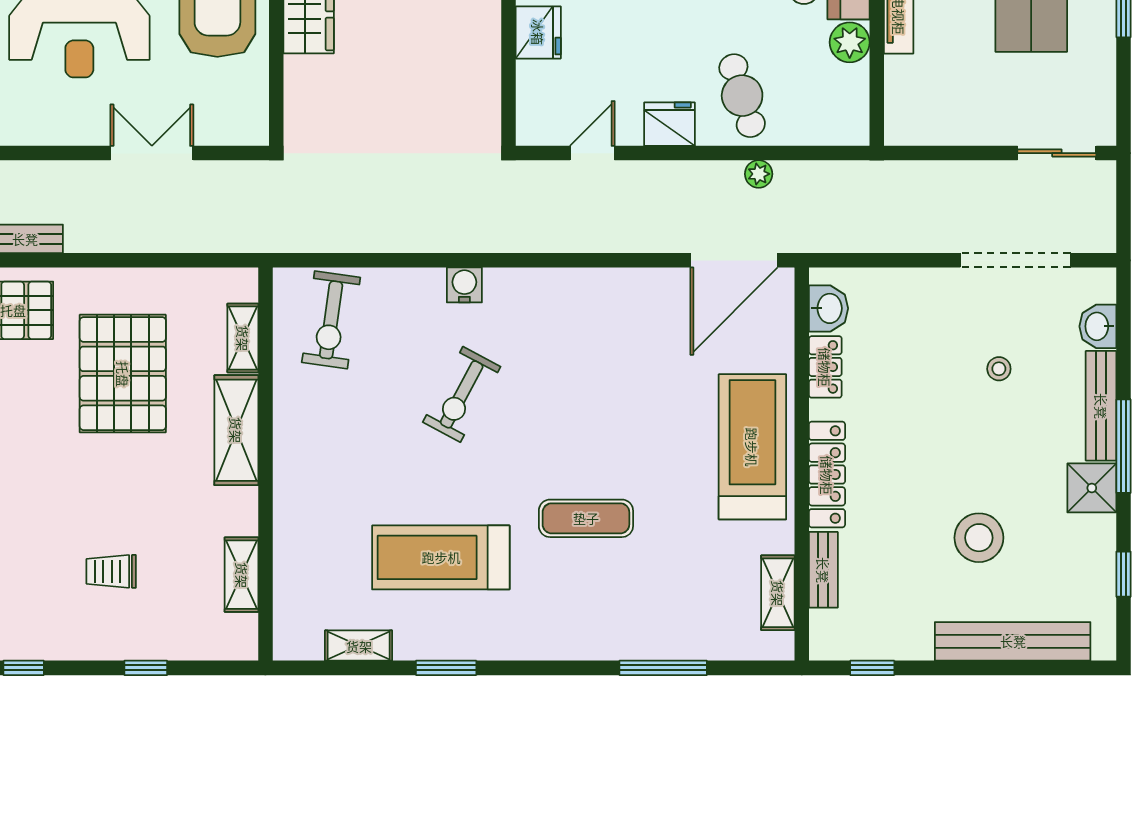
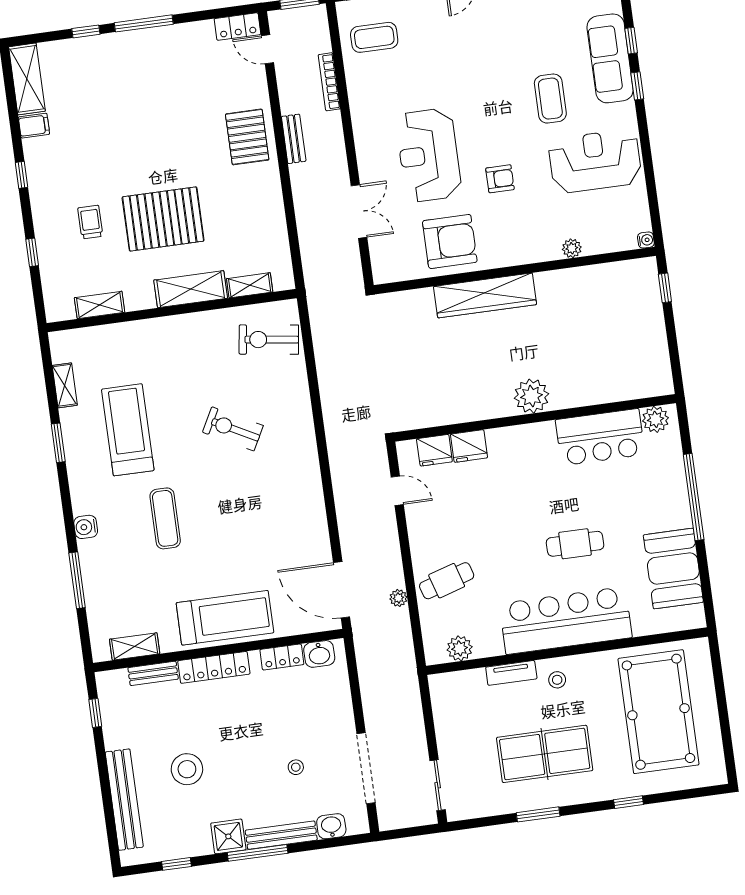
plant: (850, 42) -> (460, 648), moved
fridge: (670, 124) -> (434, 450), moved, turned 90
water cooler: (464, 285) -> (86, 527), moved, turned 180
pallet: (123, 374) -> (163, 219), moved

